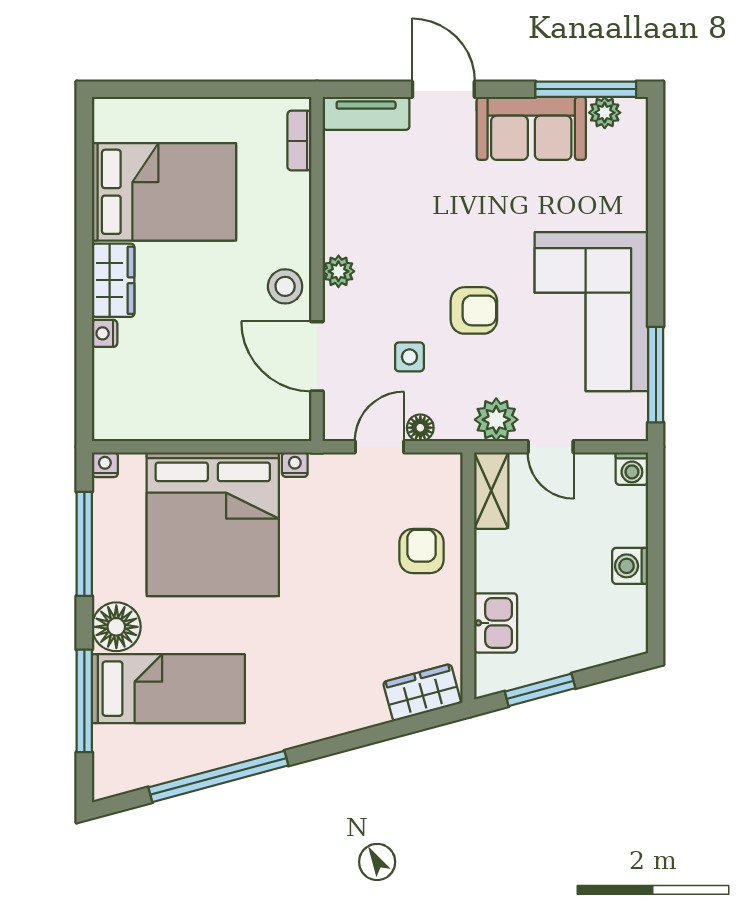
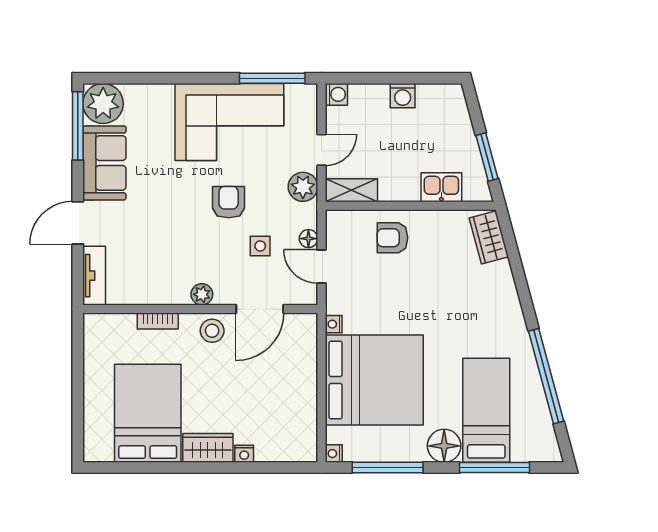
plant: (605, 113) -> (103, 104), width x1.88, depth x1.88
bookcase: (299, 141) -> (158, 321), moved

